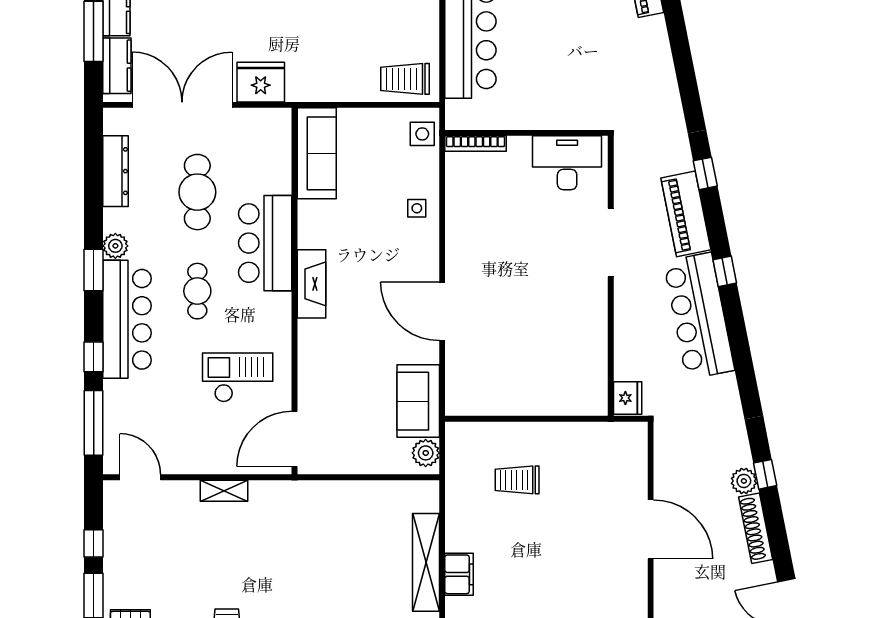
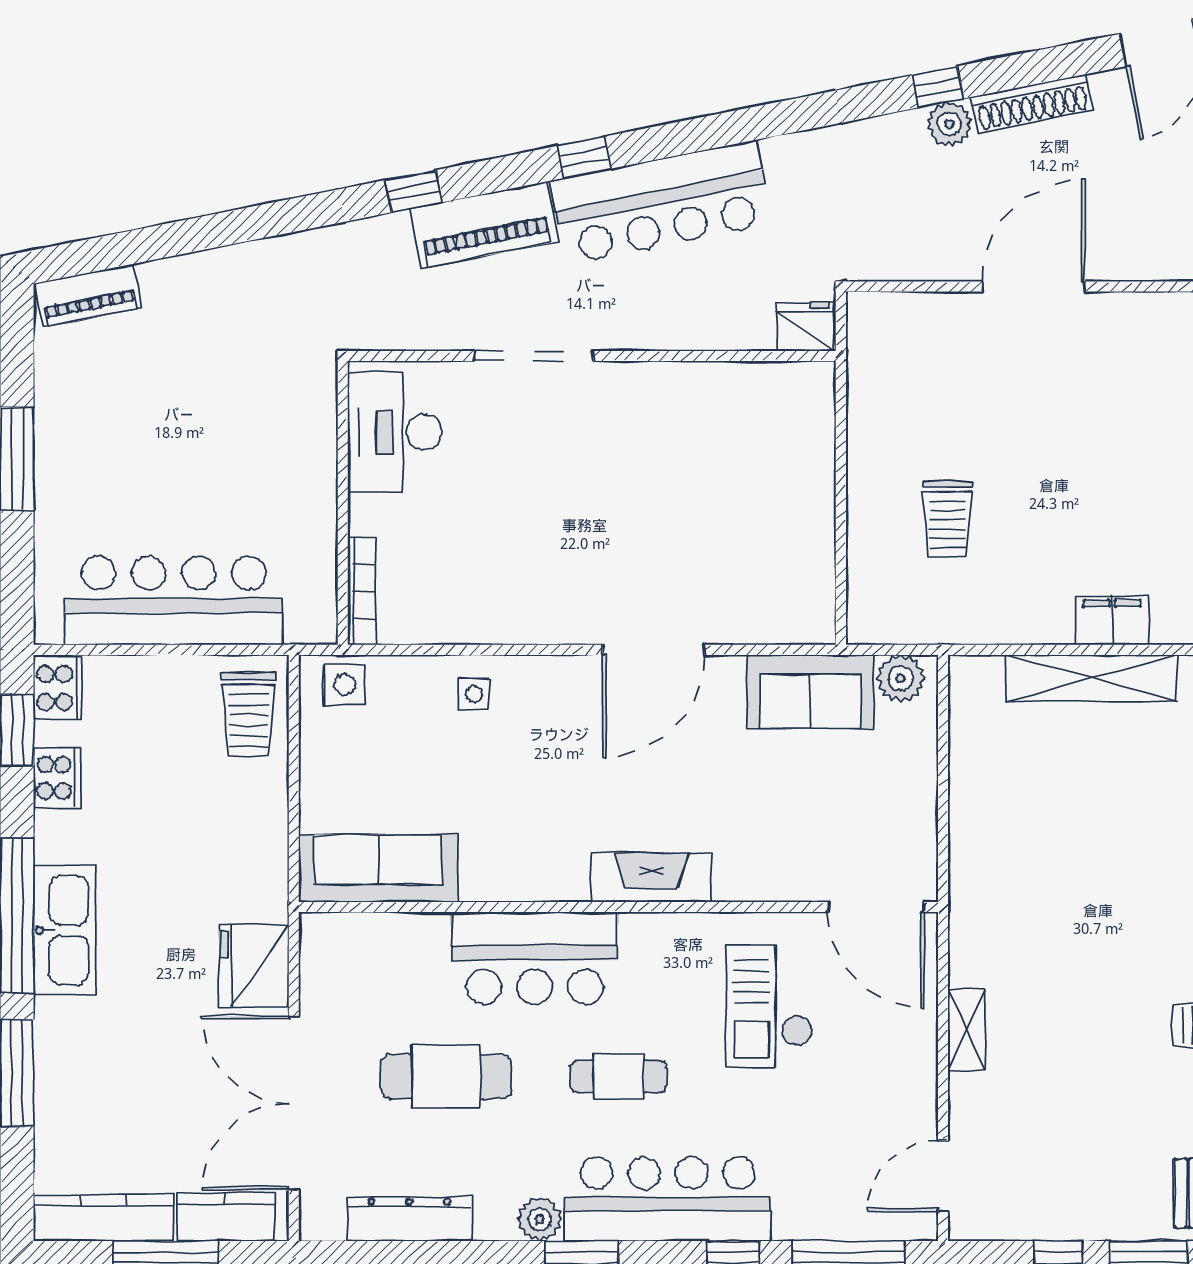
fireplace: (311, 284) -> (652, 878), moved

